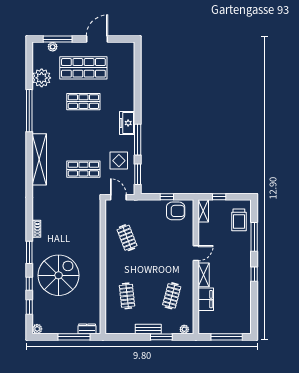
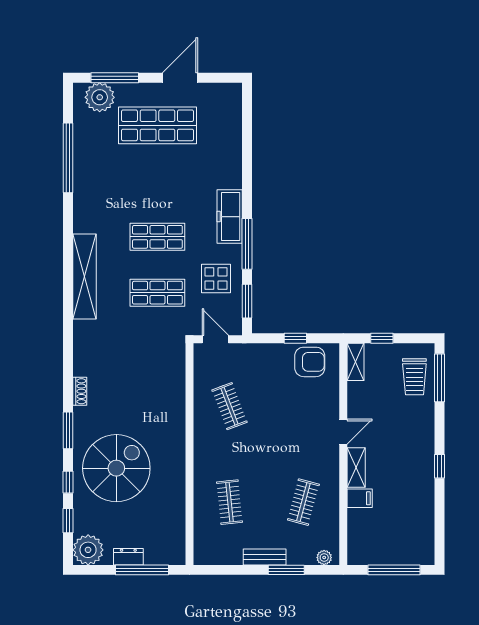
plant: (53, 47) -> (100, 97), width x1.88, depth x1.88
plant: (42, 78) -> (88, 142), removed
shop shelf: (83, 102) -> (157, 237), moved
window: (29, 111) -> (68, 158), moved
freezer: (127, 123) -> (230, 217), width x1.40
window: (254, 237) -> (440, 378), moved
filing cabinet: (206, 299) -> (360, 498), width x0.50
plant: (37, 329) -> (88, 550), width x1.87, depth x1.87
dresser: (87, 329) -> (128, 557), moved

